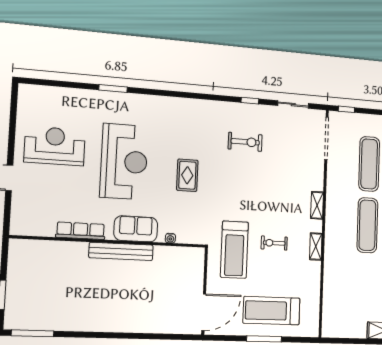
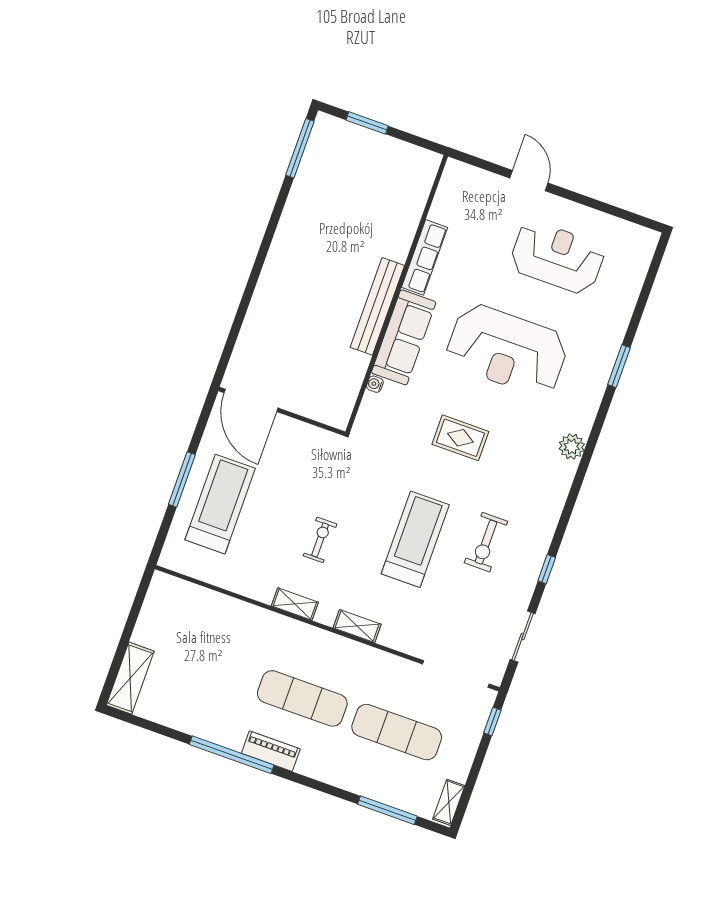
plant: (172, 105) -> (572, 447), added
reception desk: (55, 146) -> (557, 257), turned -90
sofa: (136, 229) -> (404, 337), width x1.36
treadmill: (234, 250) -> (415, 539), moved, turned 90

